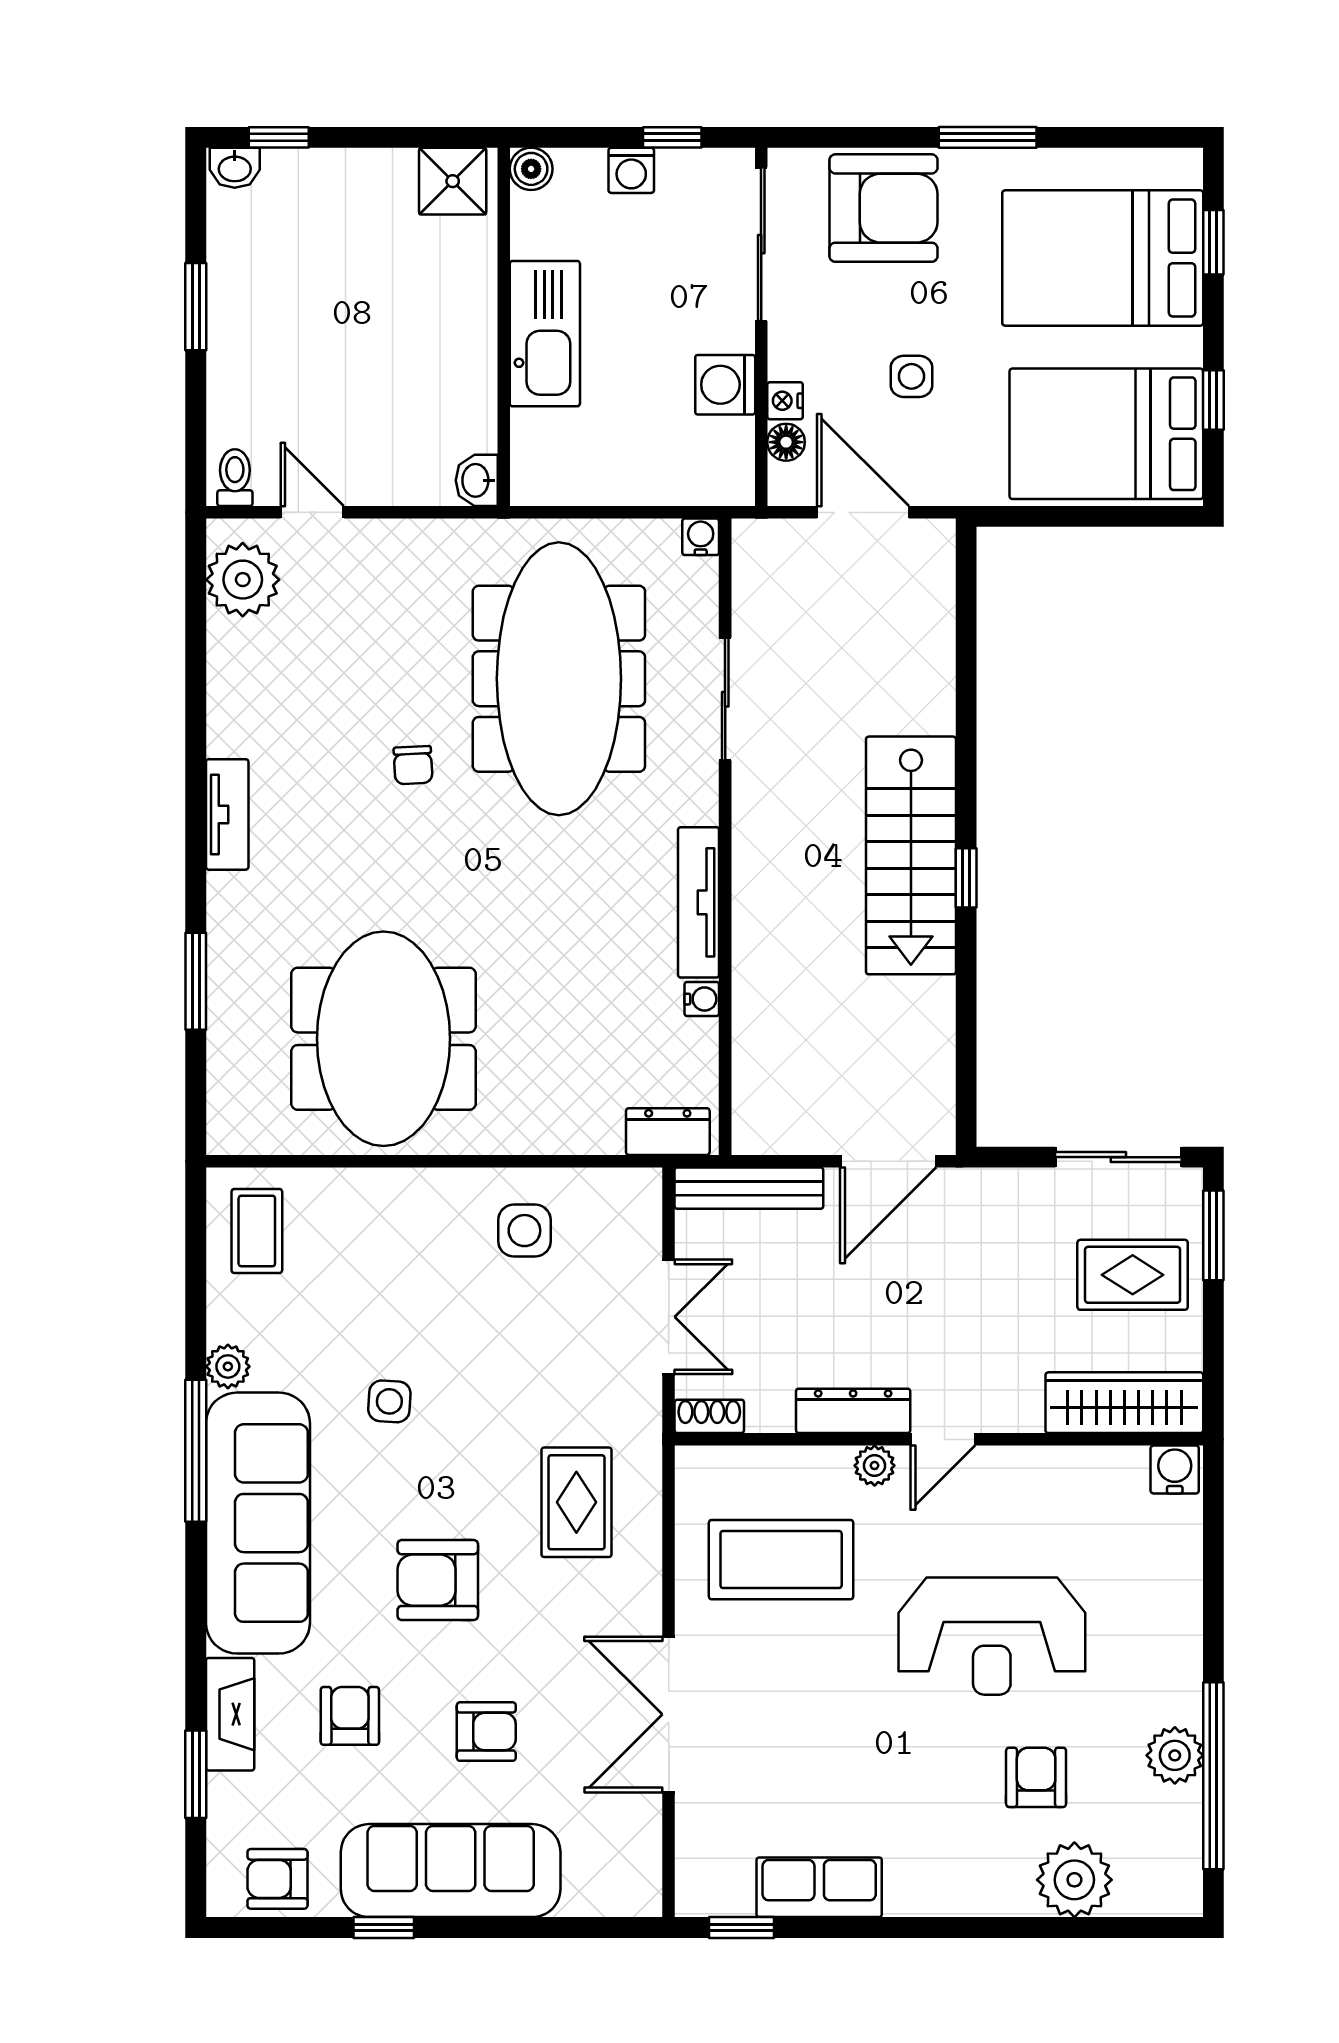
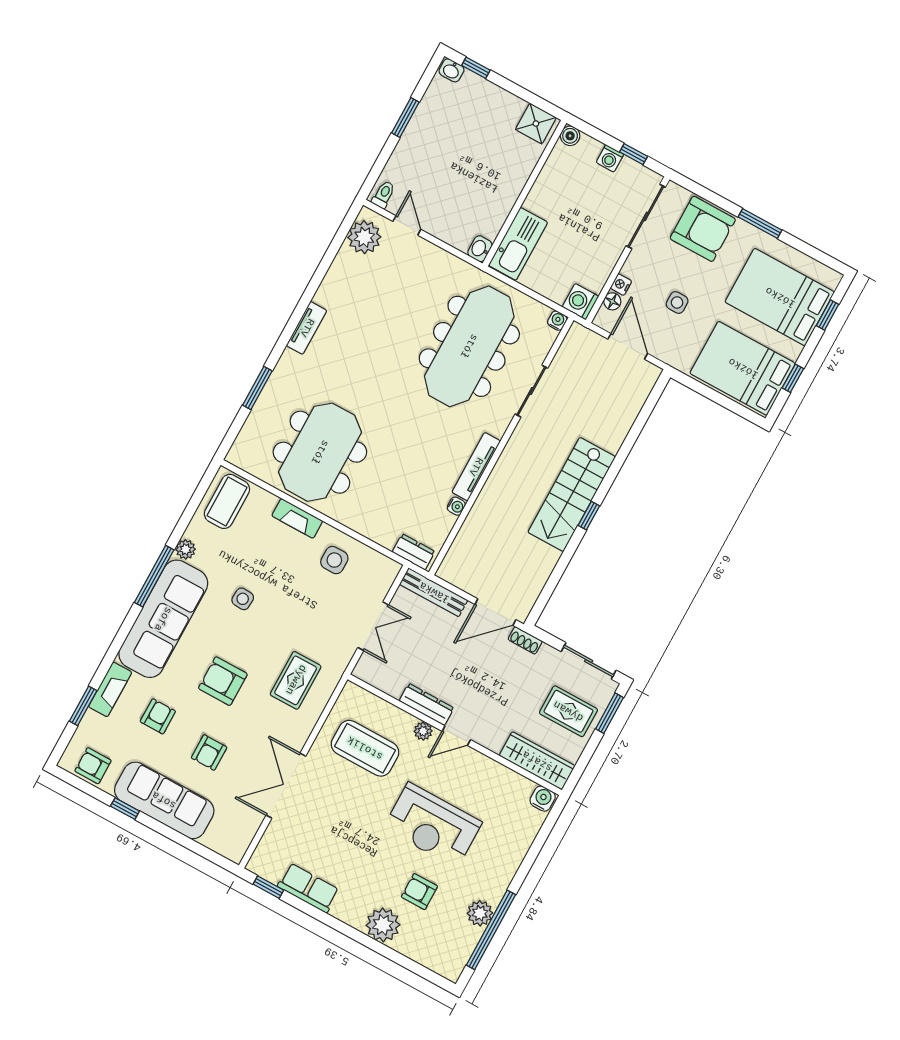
kitchen sink: (545, 334) -> (518, 244), moved
washing machine: (725, 385) -> (580, 302), moved
chair: (413, 765) -> (392, 349), removed
fireplace: (409, 1190) -> (297, 518), added
coffee table: (257, 1231) -> (227, 501), width x1.36, depth x1.30
shoe rack: (709, 1416) -> (525, 640), moved, turned 180
armchair: (486, 1732) -> (209, 753), turned 90
armchair: (1036, 1777) -> (419, 892), turned -90
plant: (1074, 1880) -> (383, 925), moved

